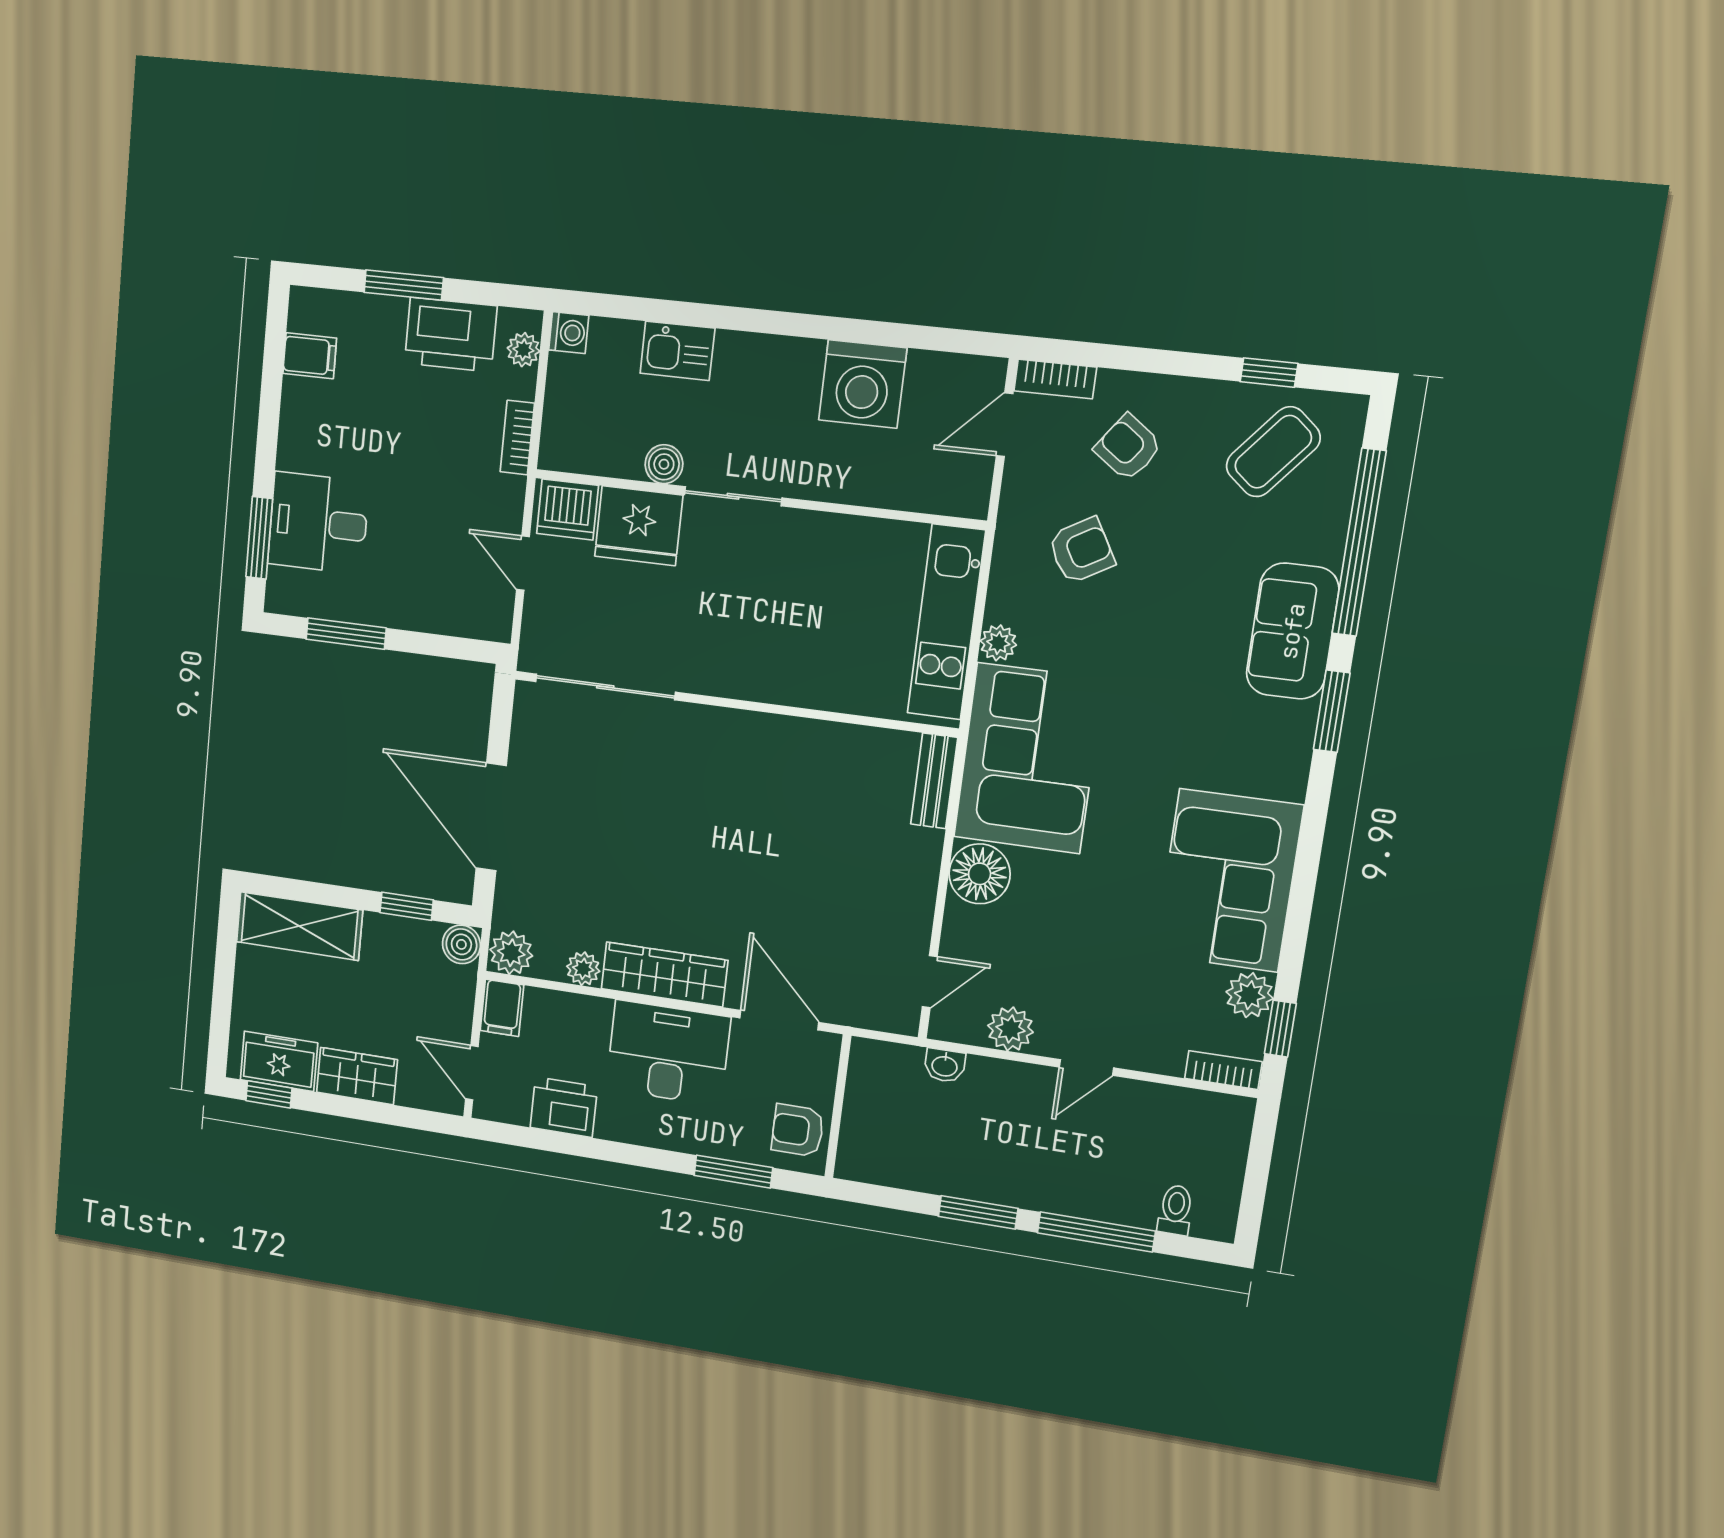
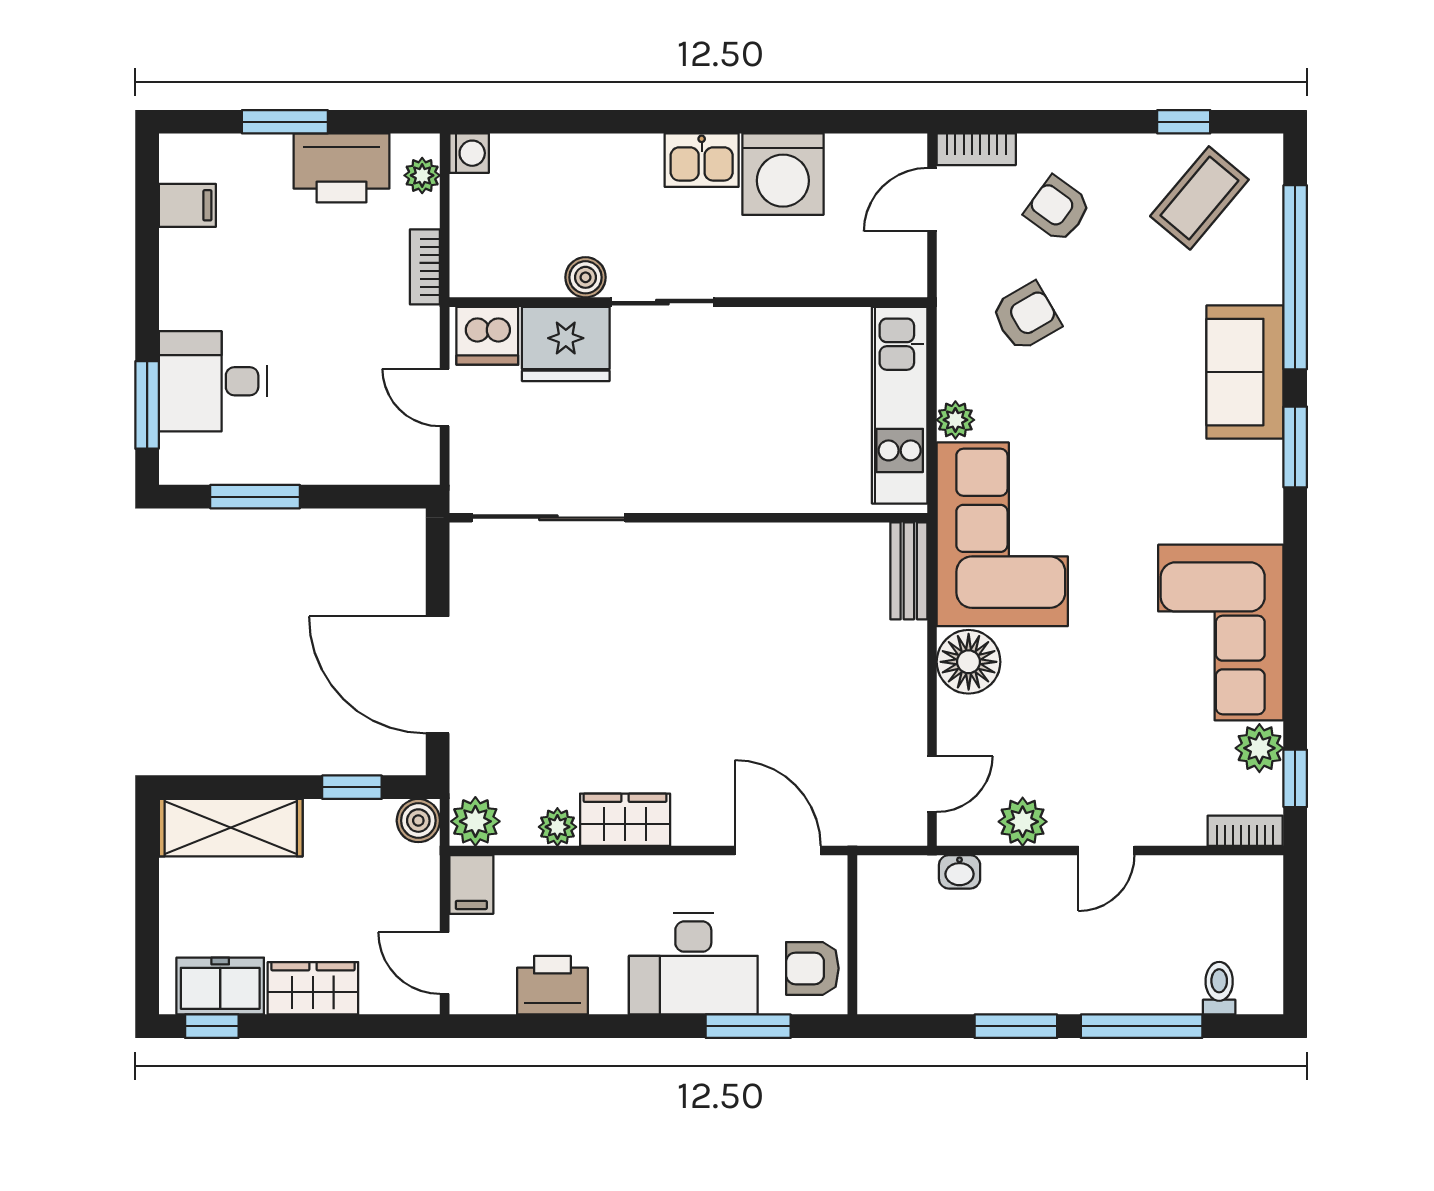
kitchen sink: (677, 351) -> (702, 160), moved
wardrobe: (664, 974) -> (625, 820), width x0.67
desk: (668, 1053) -> (693, 964), moved, turned 180

